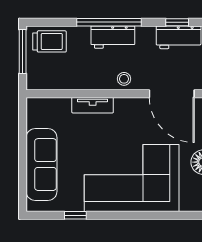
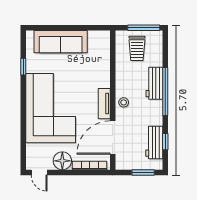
workbench: (113, 37) -> (154, 83), moved
trolley: (49, 41) -> (137, 48), moved
tv unit: (93, 105) -> (104, 104), moved

